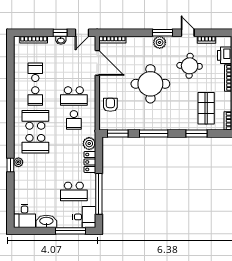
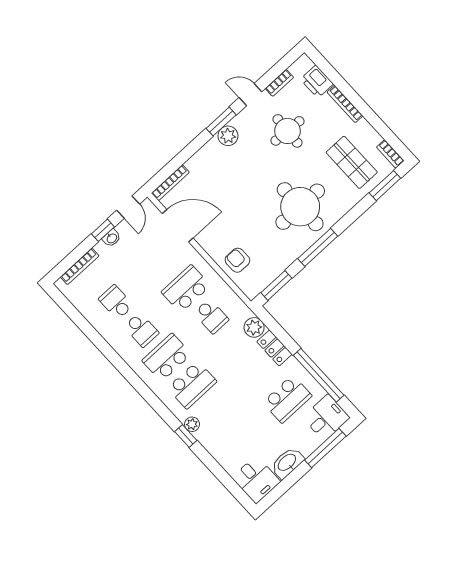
round table: (150, 84) -> (300, 207), moved
school desk: (74, 96) -> (186, 289), turned 180
window: (197, 133) -> (385, 186), moved

